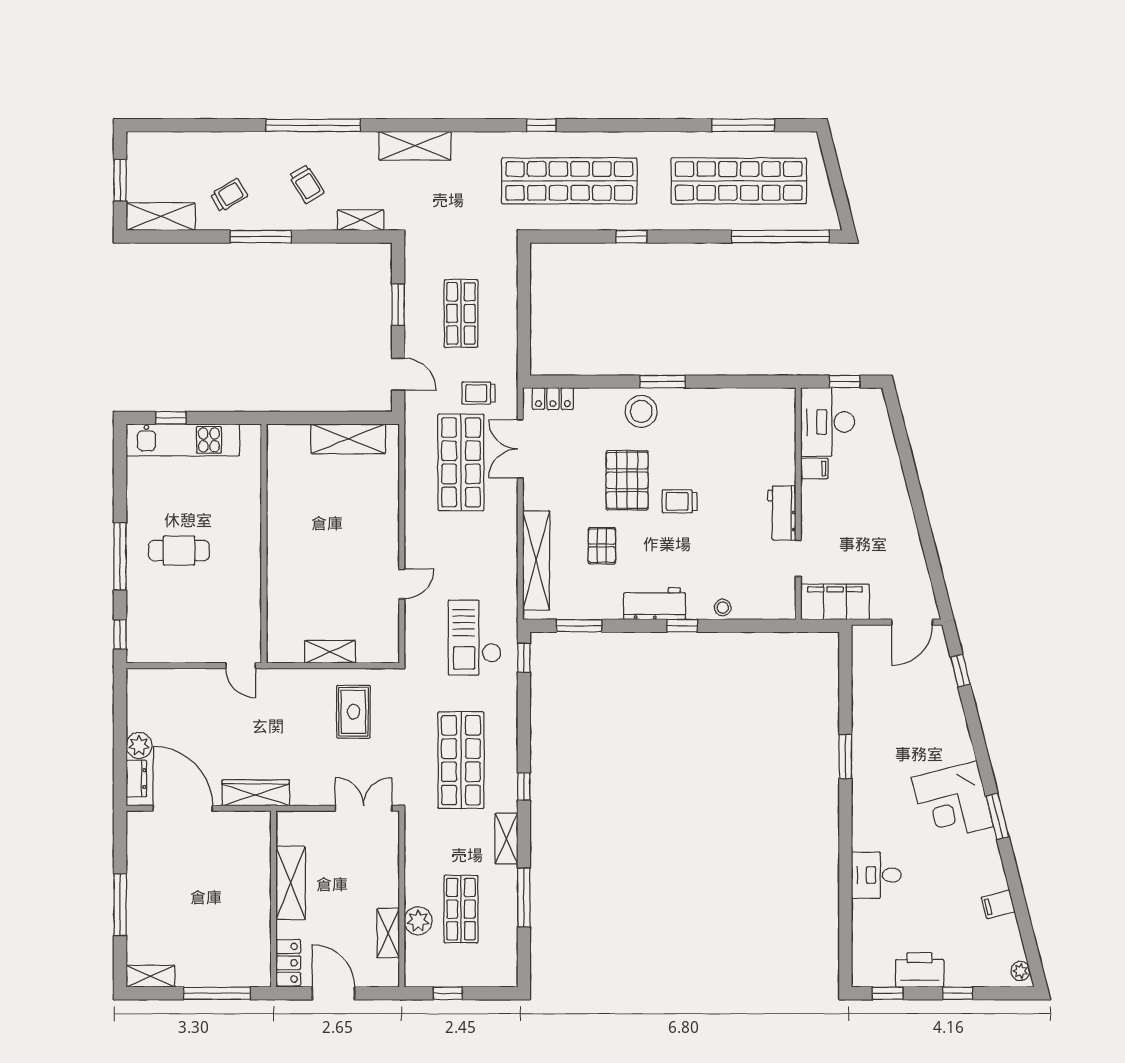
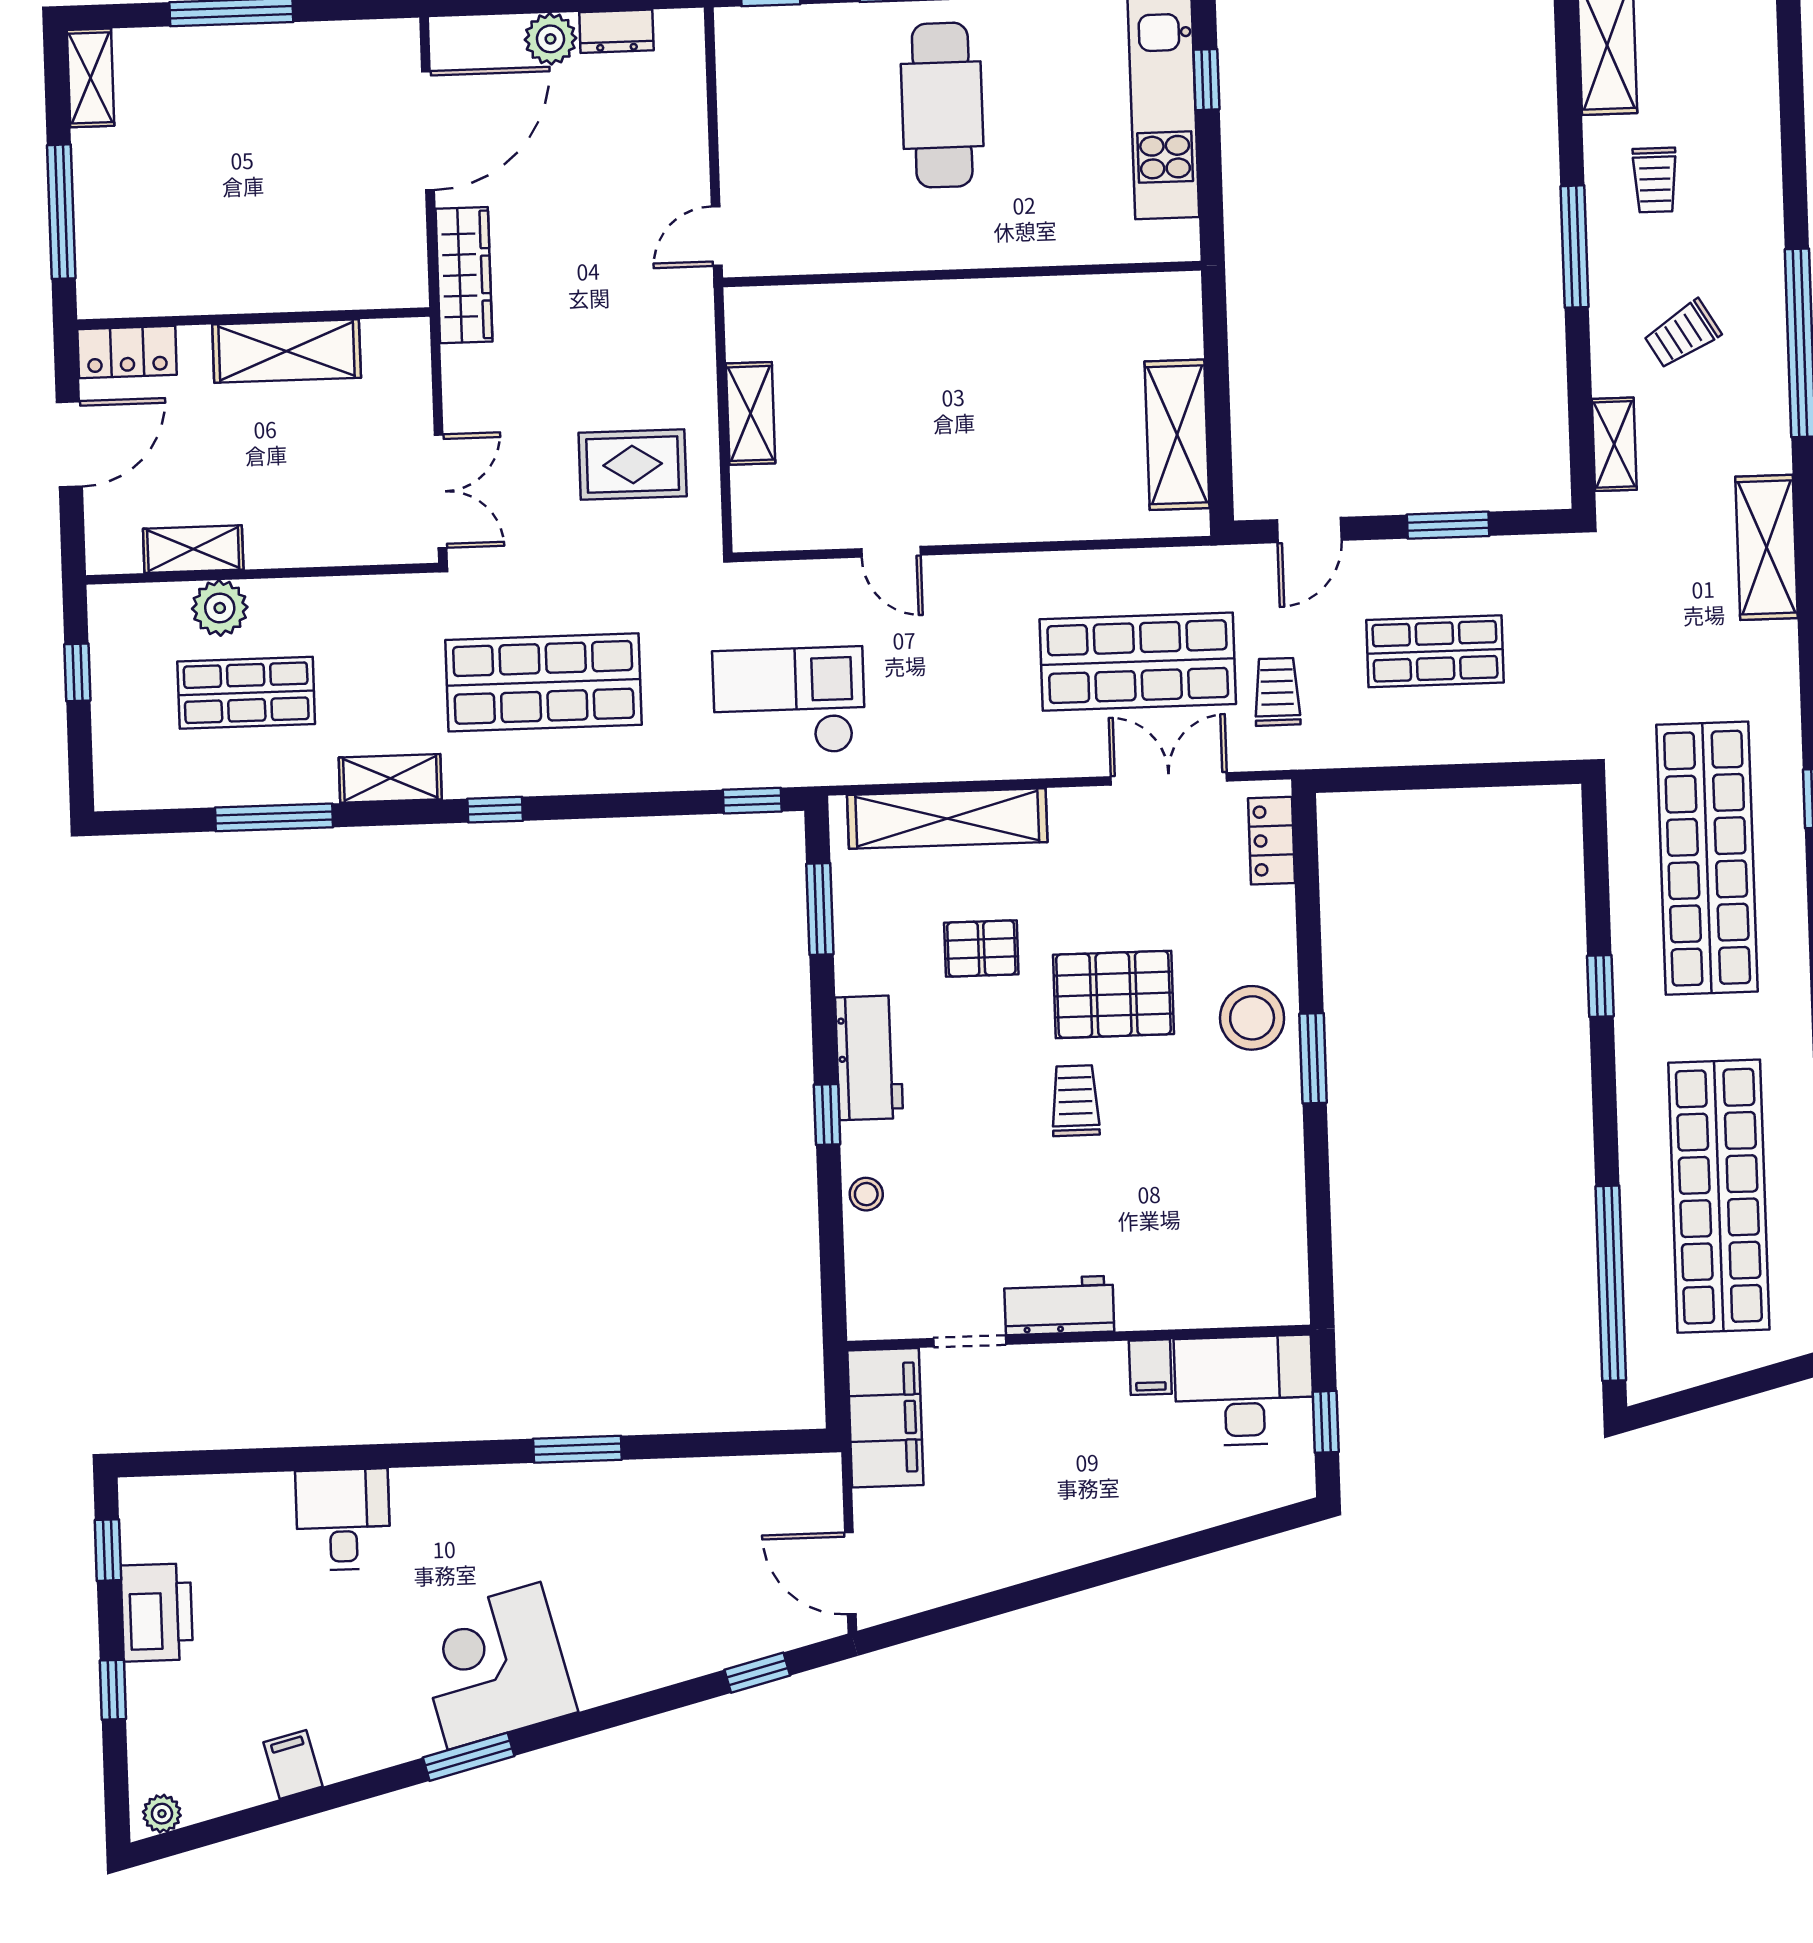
trolley: (229, 195) -> (1655, 180), turned 31
cafe table: (179, 551) -> (942, 105), width x1.37, depth x1.35
dresser: (136, 779) -> (616, 31), moved

